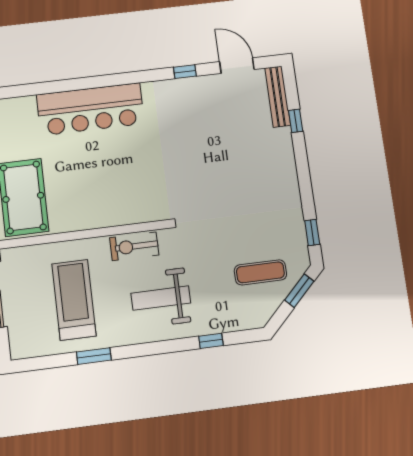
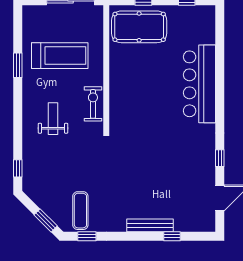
bench: (278, 97) -> (150, 225), moved
exercise mat: (260, 272) -> (80, 211), moved
weight bench: (161, 298) -> (53, 119), width x0.73, depth x0.75
window: (211, 341) -> (18, 168), moved

